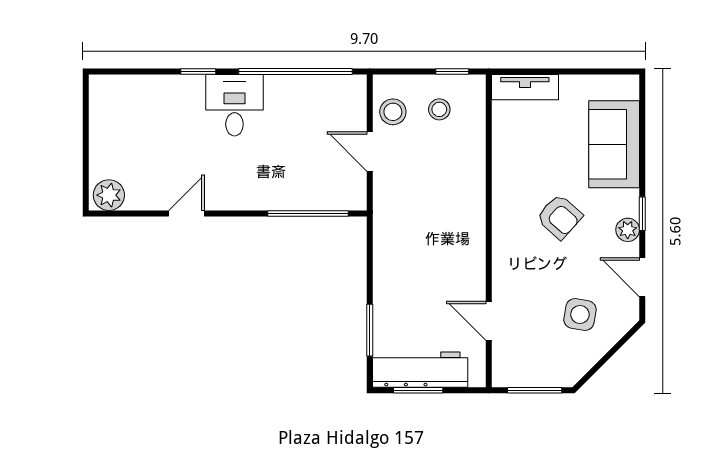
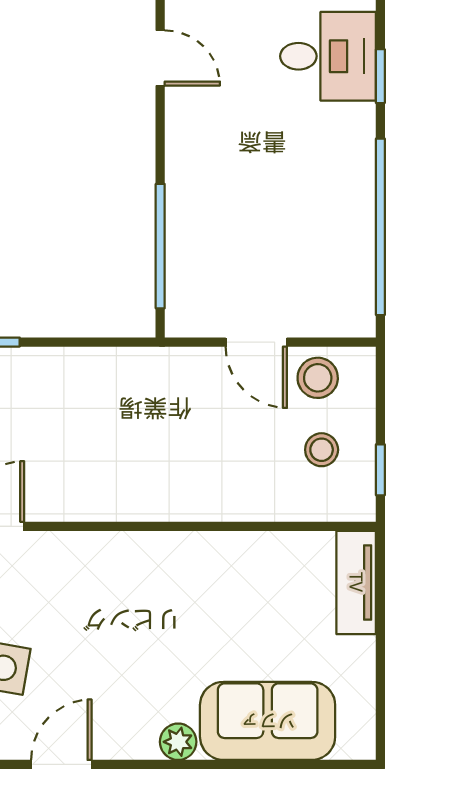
desk: (234, 105) -> (328, 56), moved
door: (370, 151) -> (256, 342), swing flipped
window: (642, 214) -> (160, 764), removed
armchair: (560, 217) -> (155, 636), removed
plant: (628, 230) -> (178, 742), moved

